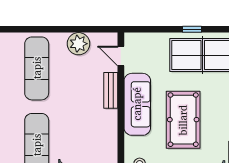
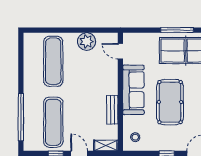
window: (192, 29) -> (177, 30), width x2.17
bench: (111, 90) -> (112, 110), moved

